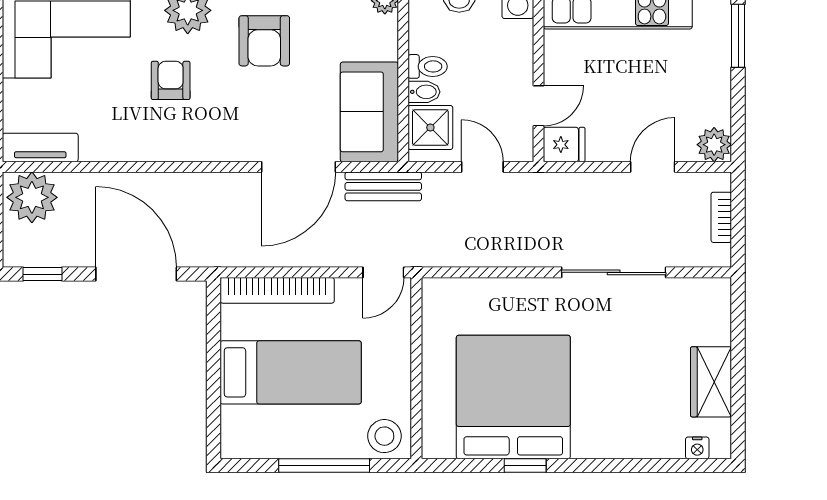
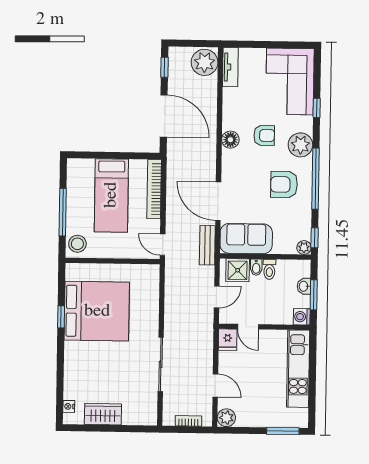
floor lamp: (180, 145) -> (230, 140), added
door: (136, 274) -> (164, 116), hinge flipped

